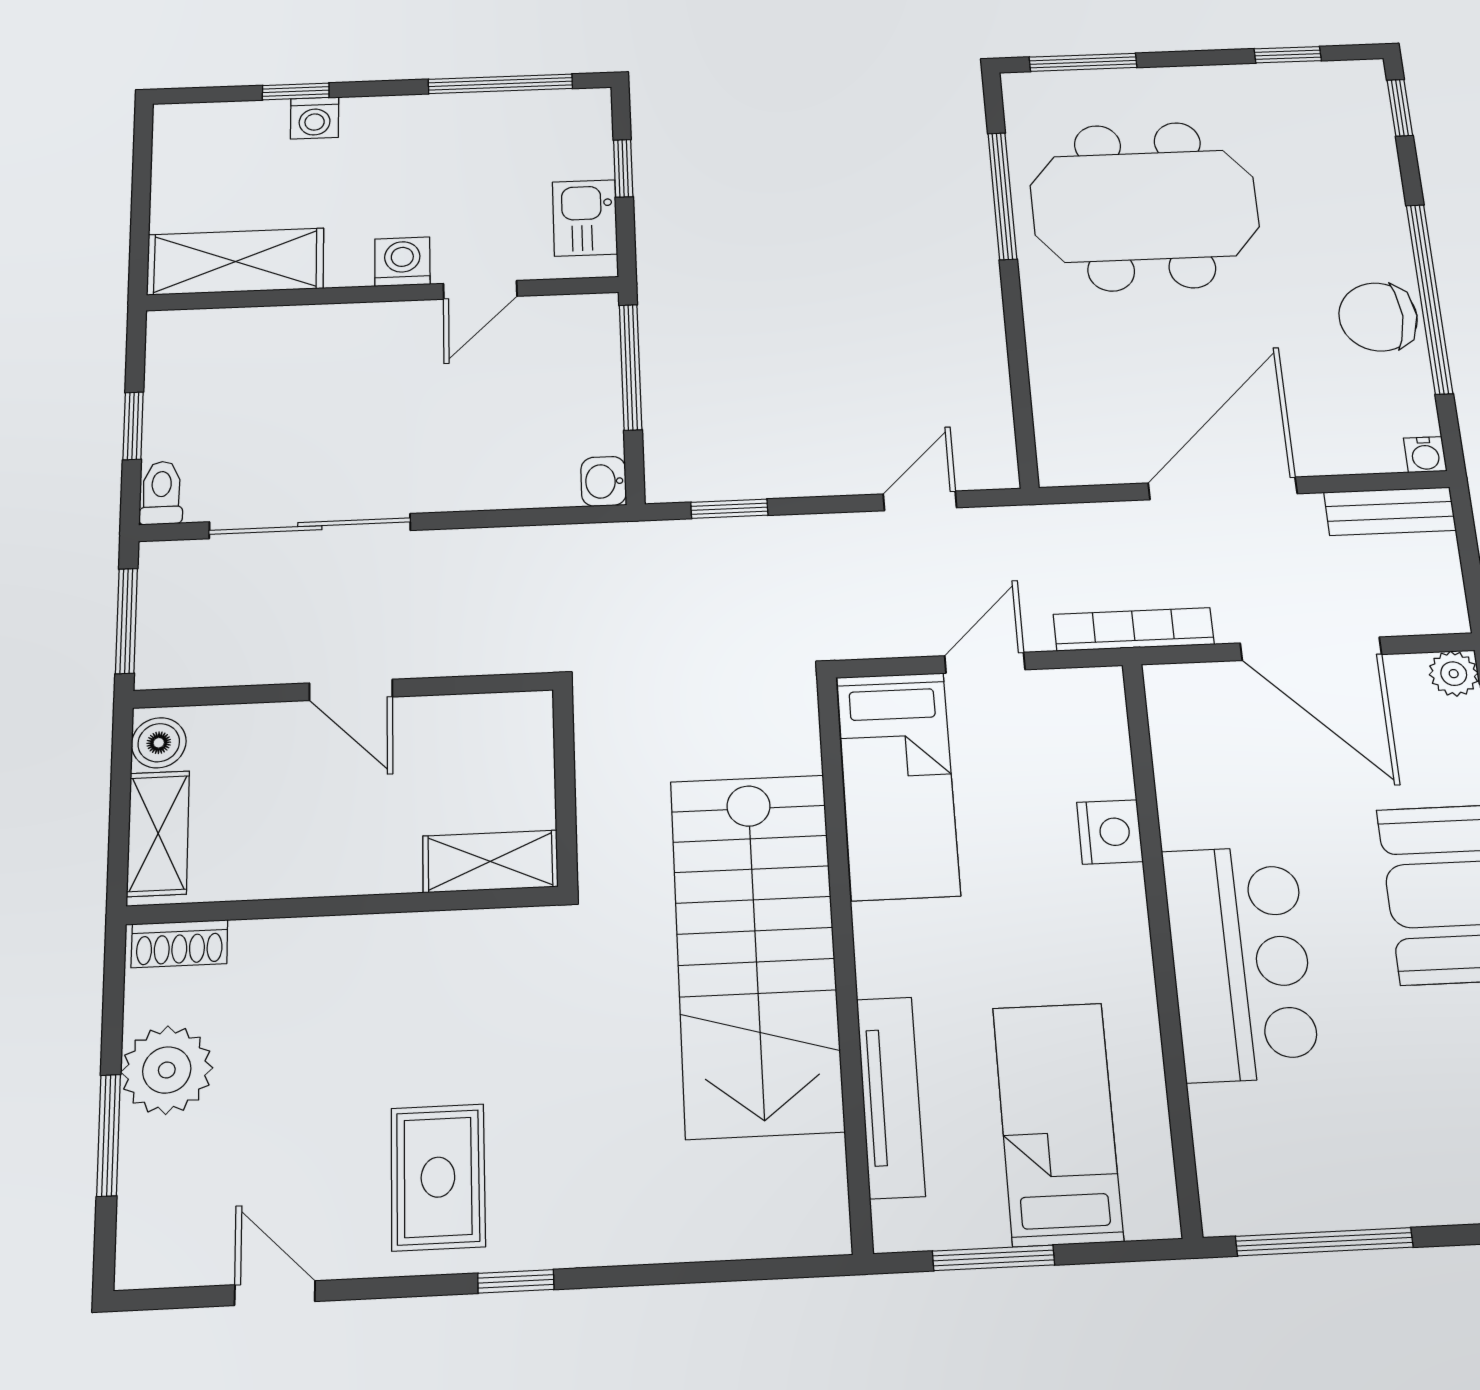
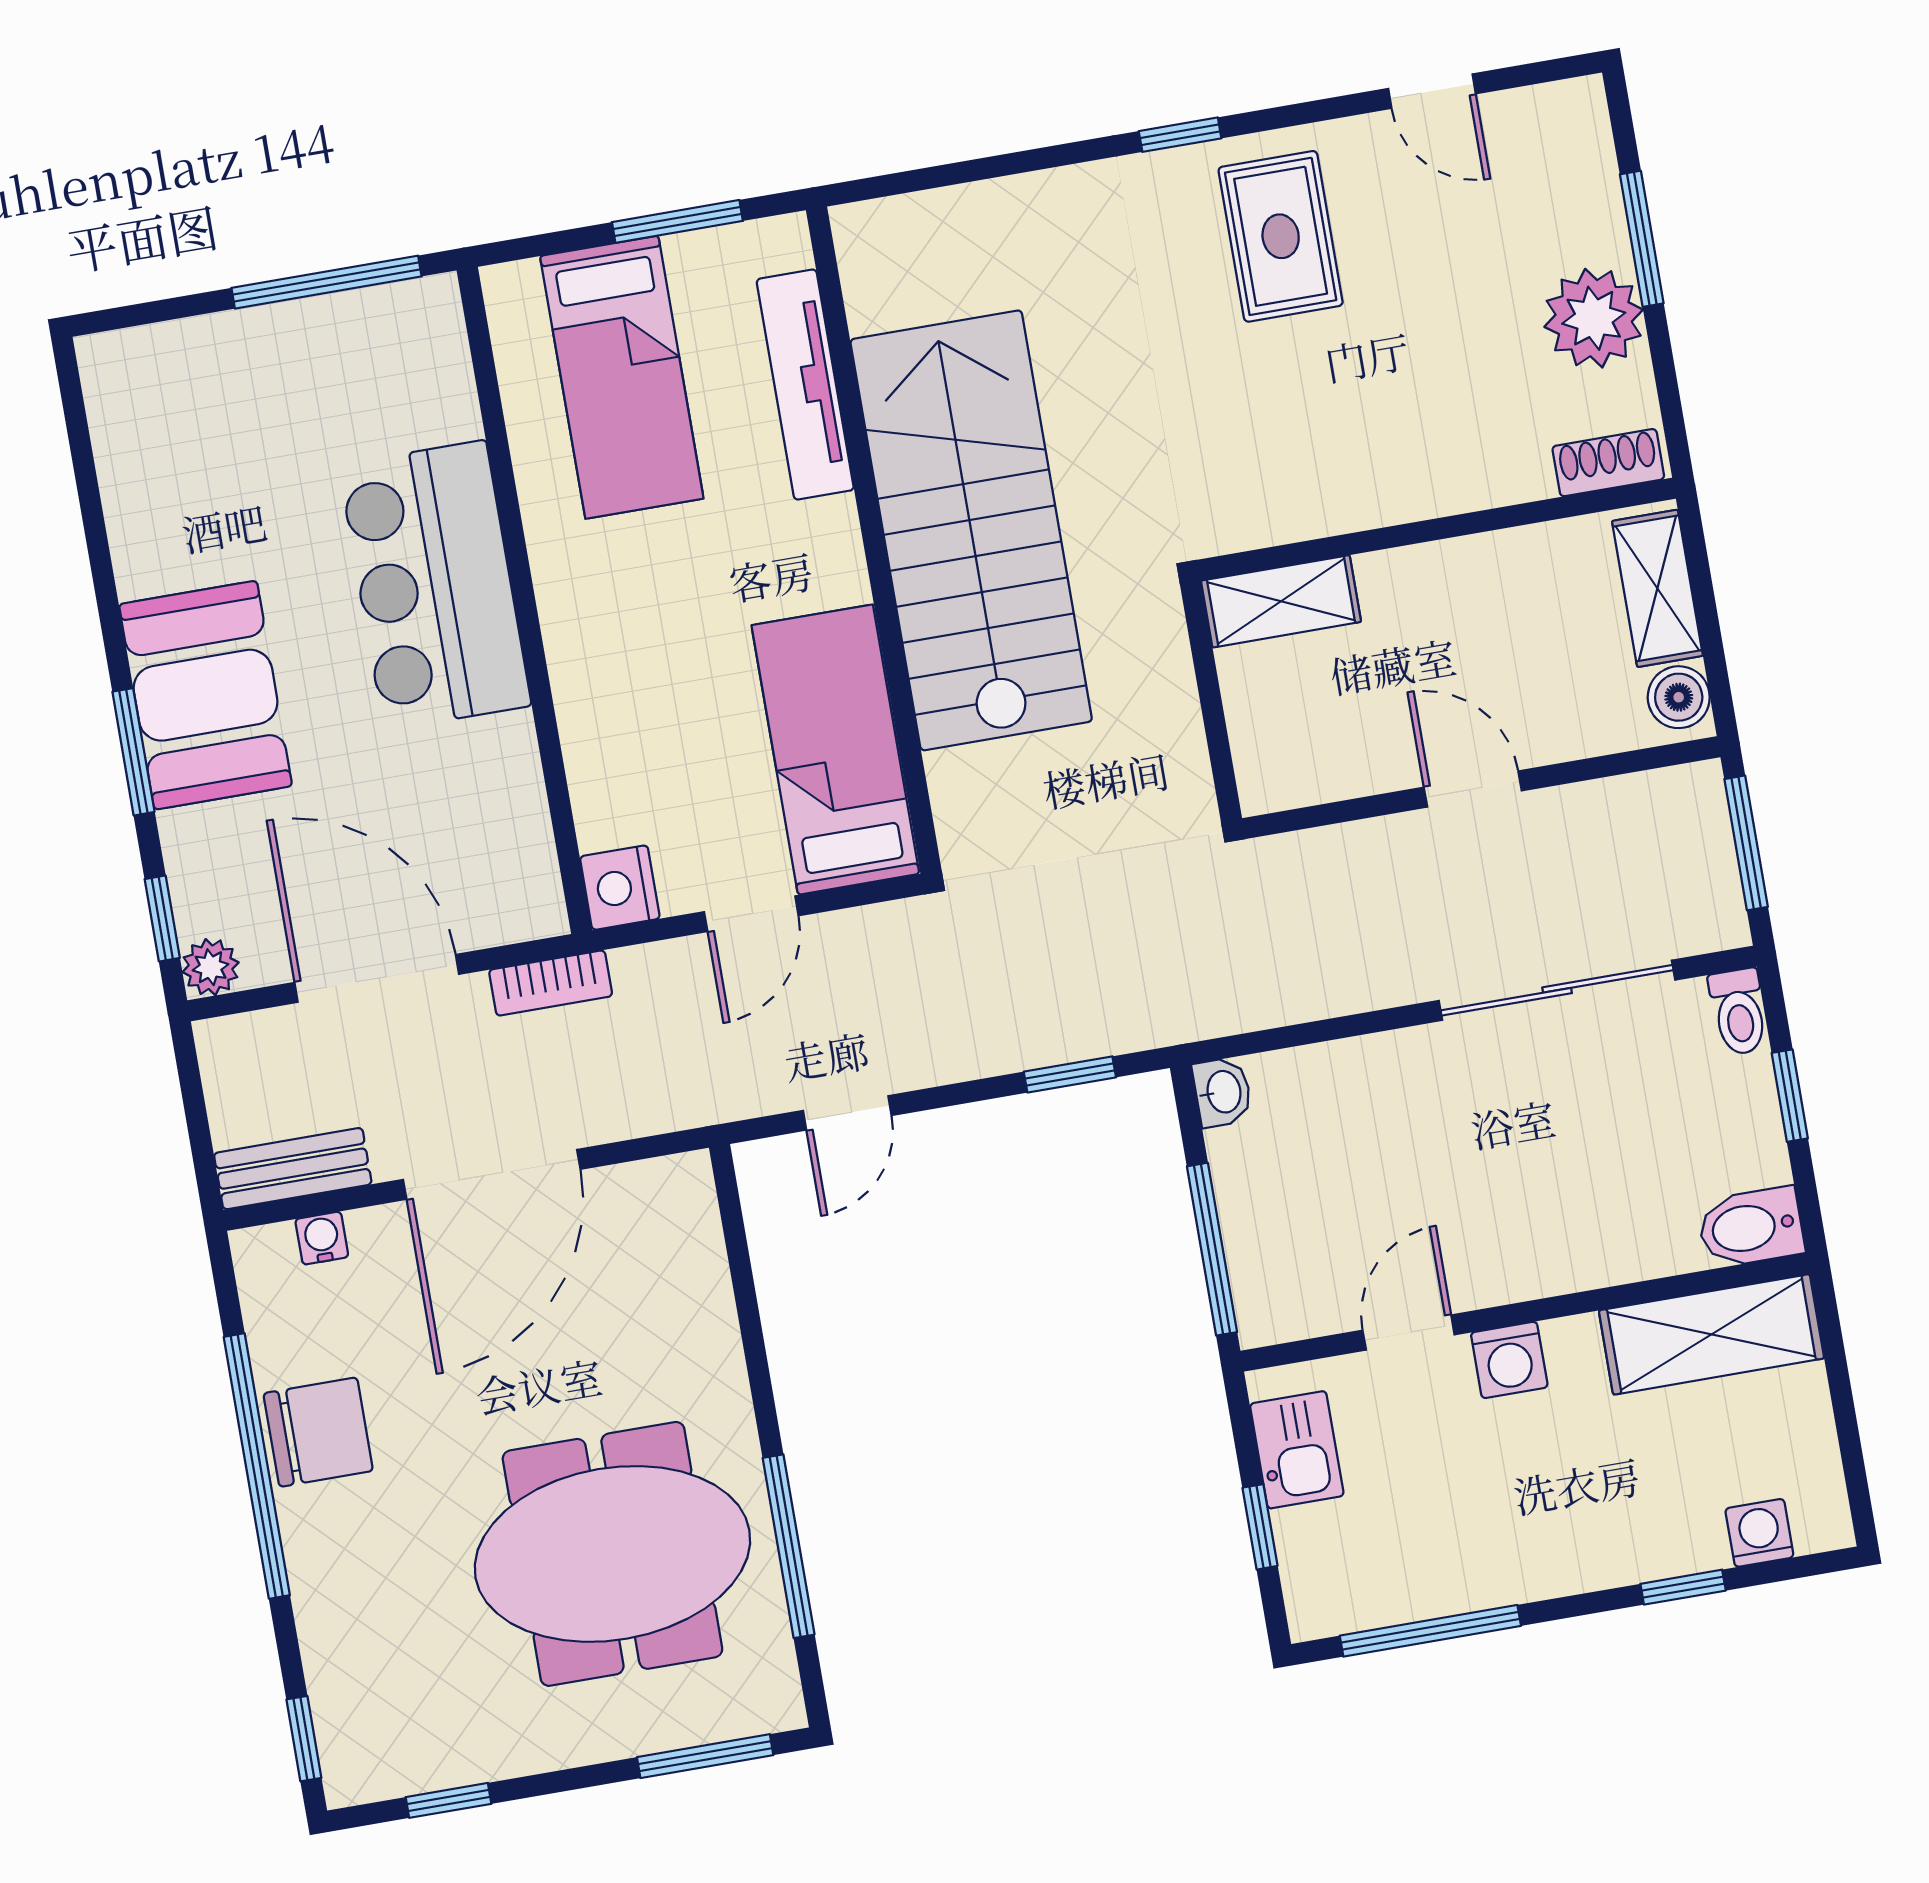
washing machine: (315, 118) -> (1759, 1533), moved
bidet: (187, 334) -> (1751, 1227), added
water cooler: (1425, 455) -> (322, 1238), moved
bookcase: (1134, 629) -> (551, 983), width x0.64
nightstand: (1110, 832) -> (620, 888), moved

